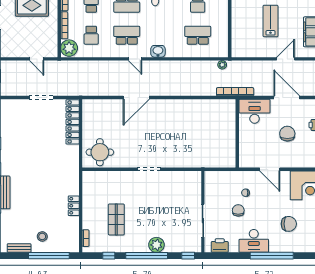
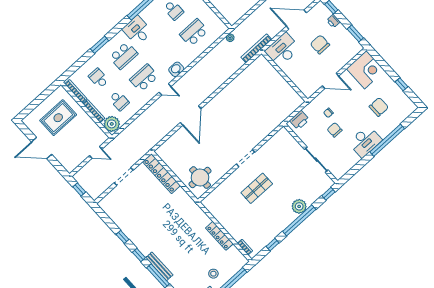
locker: (74, 206) -> (219, 236), width x1.53
shop shelf: (116, 219) -> (257, 188), moved, turned 90
printer: (220, 246) -> (299, 120), moved, turned 180

